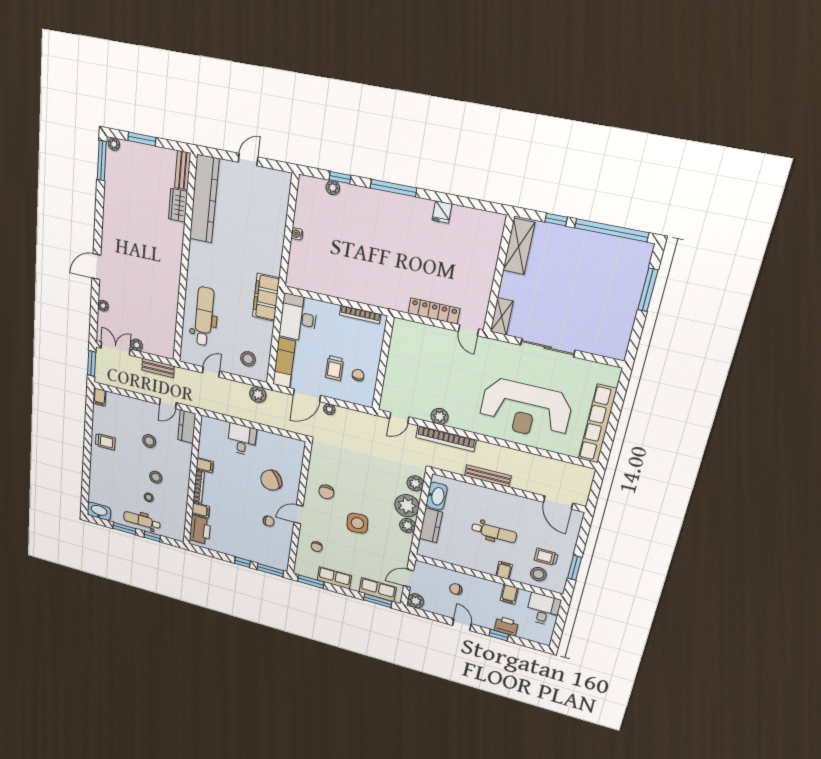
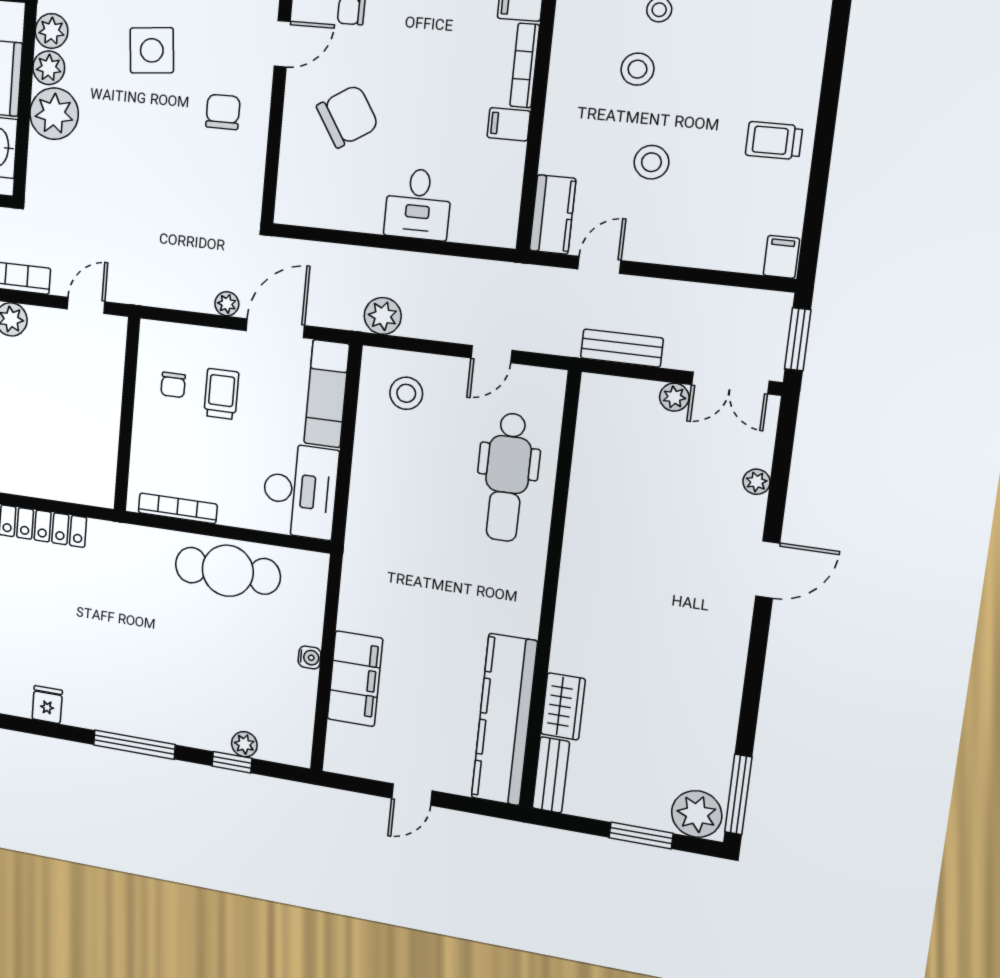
plant: (114, 144) -> (697, 814), width x1.88, depth x1.88
cafe table: (336, 281) -> (228, 571), added
filing cabinet: (266, 297) -> (355, 679), moved
plant: (415, 483) -> (52, 31), moved

